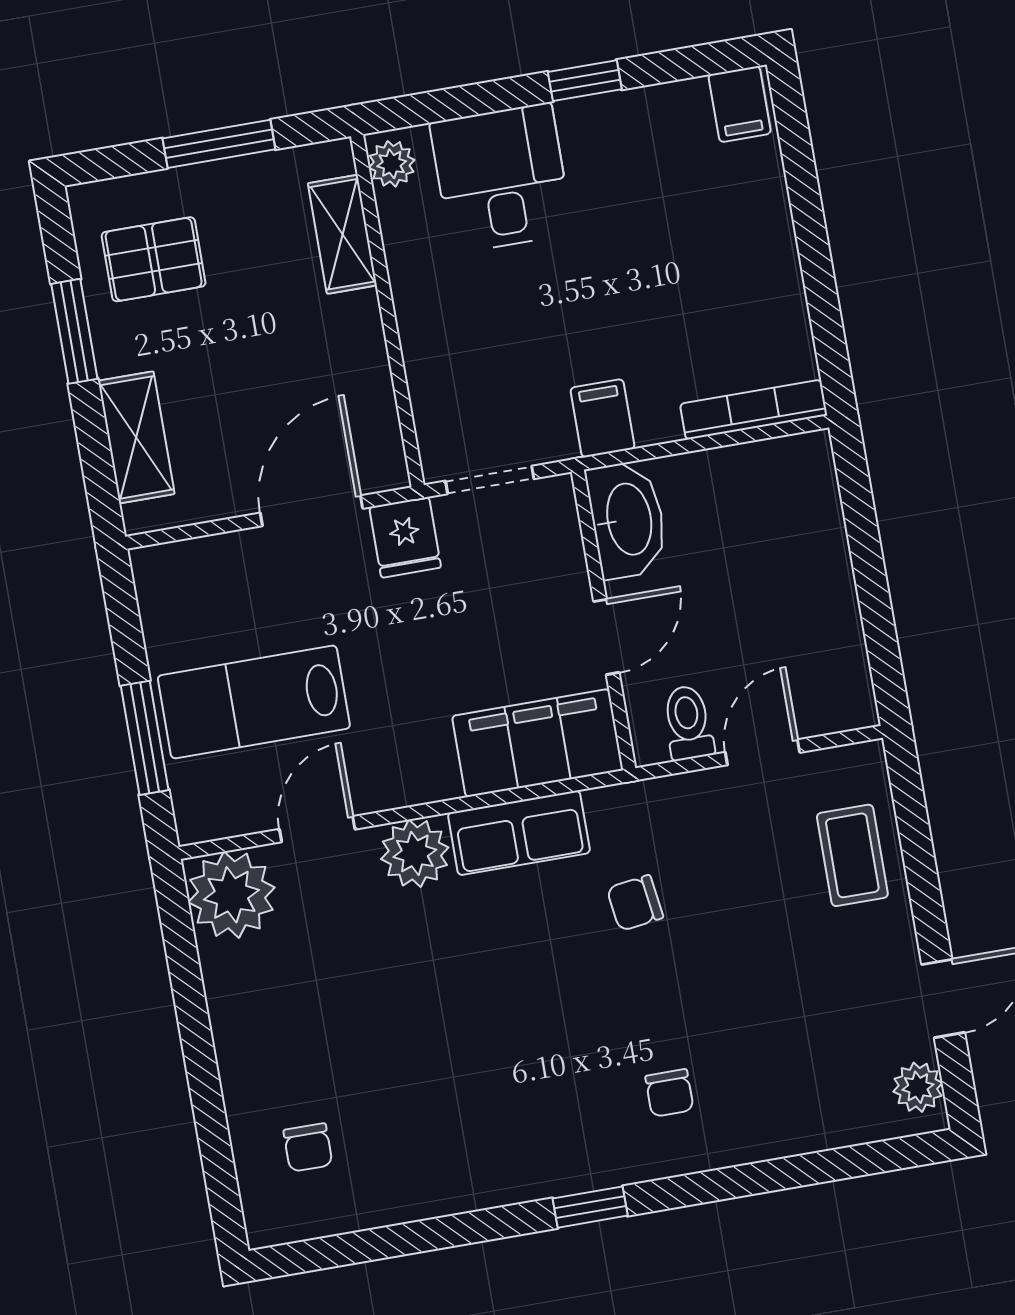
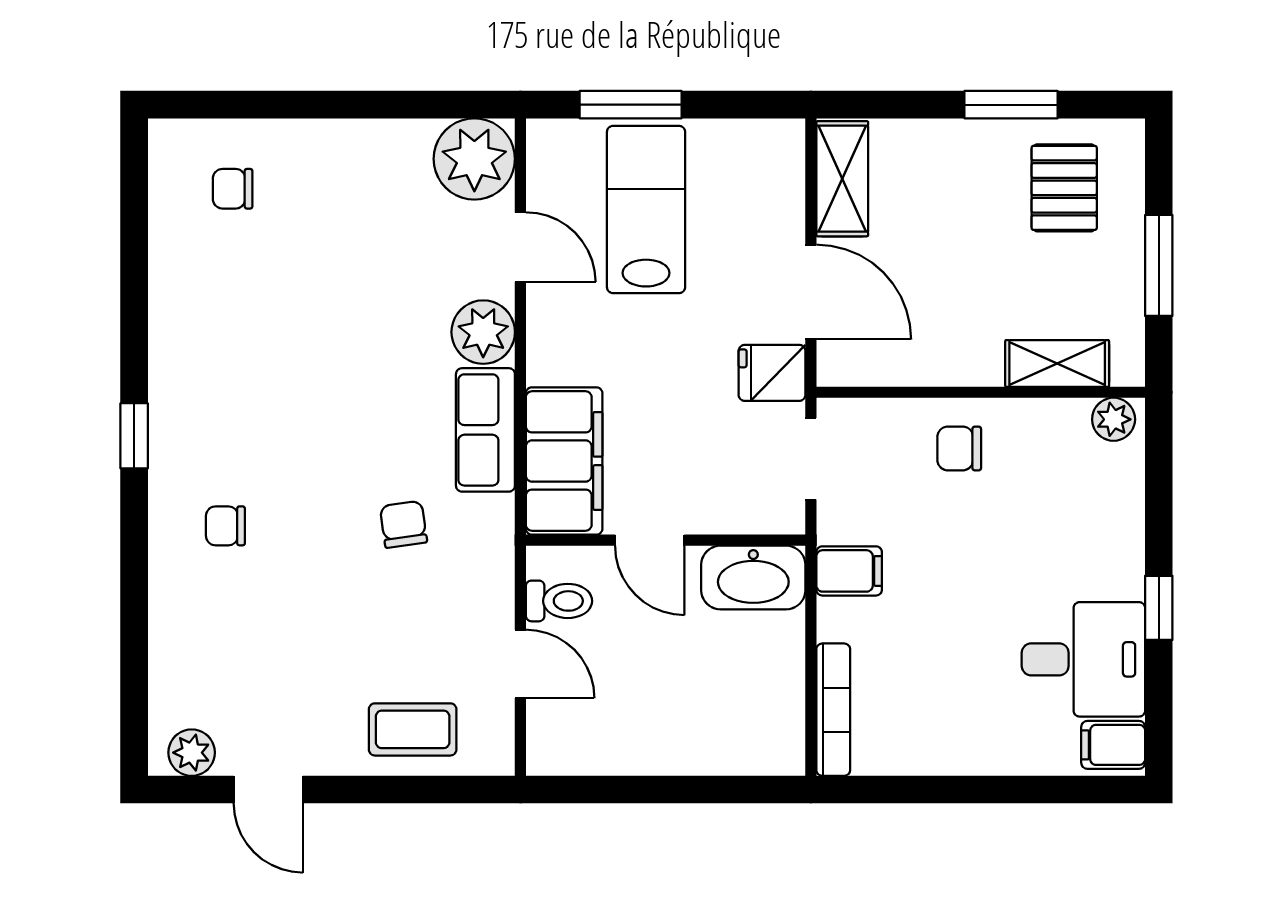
desk: (501, 178) -> (1083, 659), moved
chair: (451, 323) -> (959, 448), added
shelving: (136, 437) -> (842, 179), moved, turned 90

